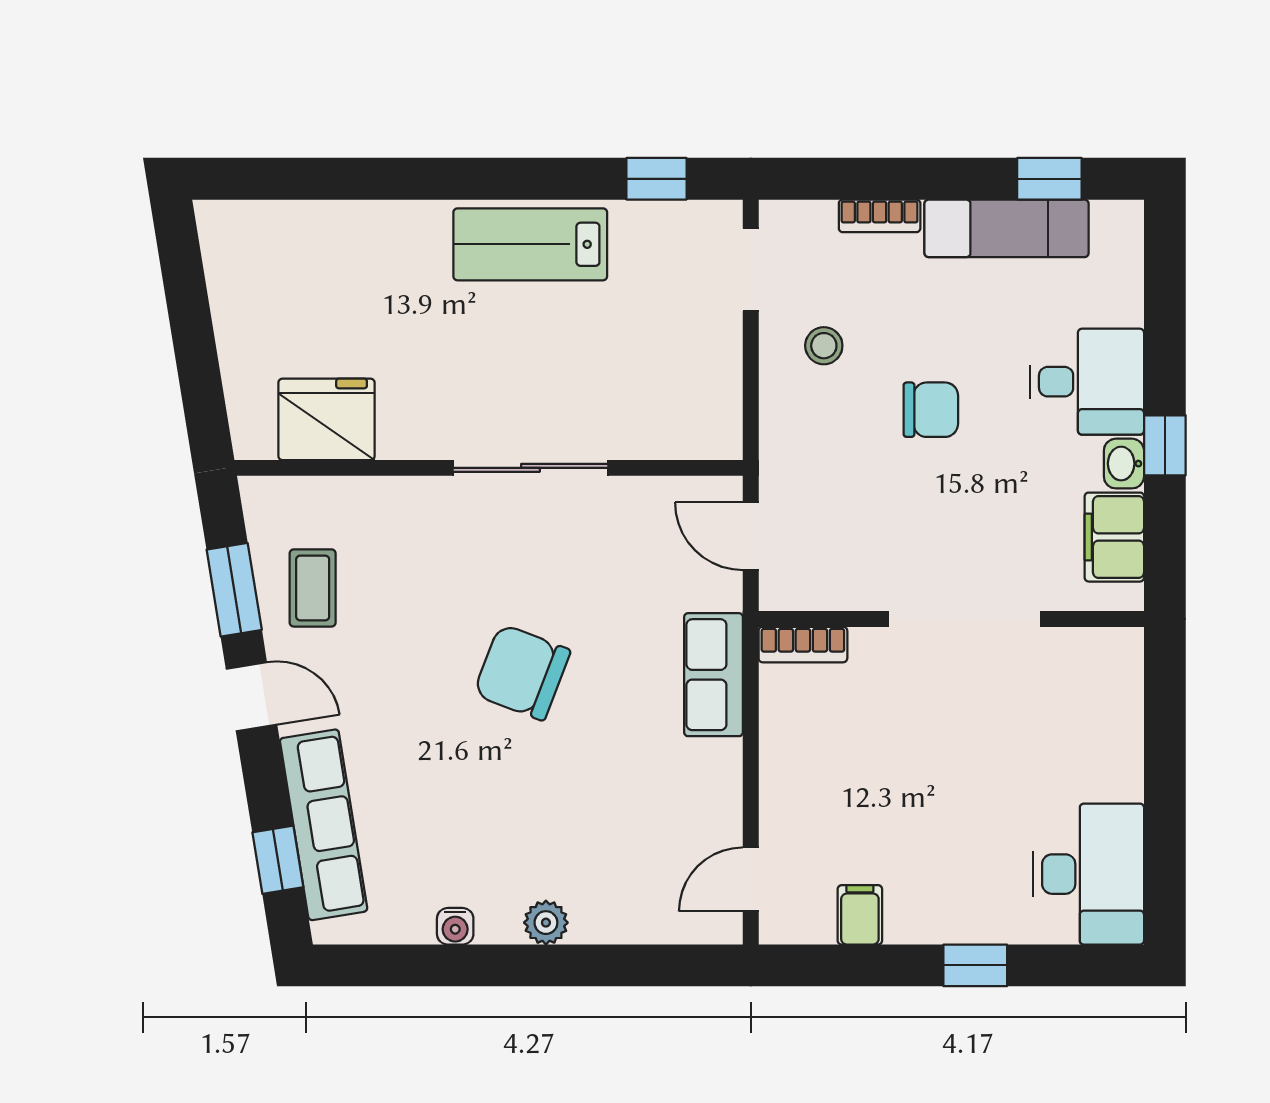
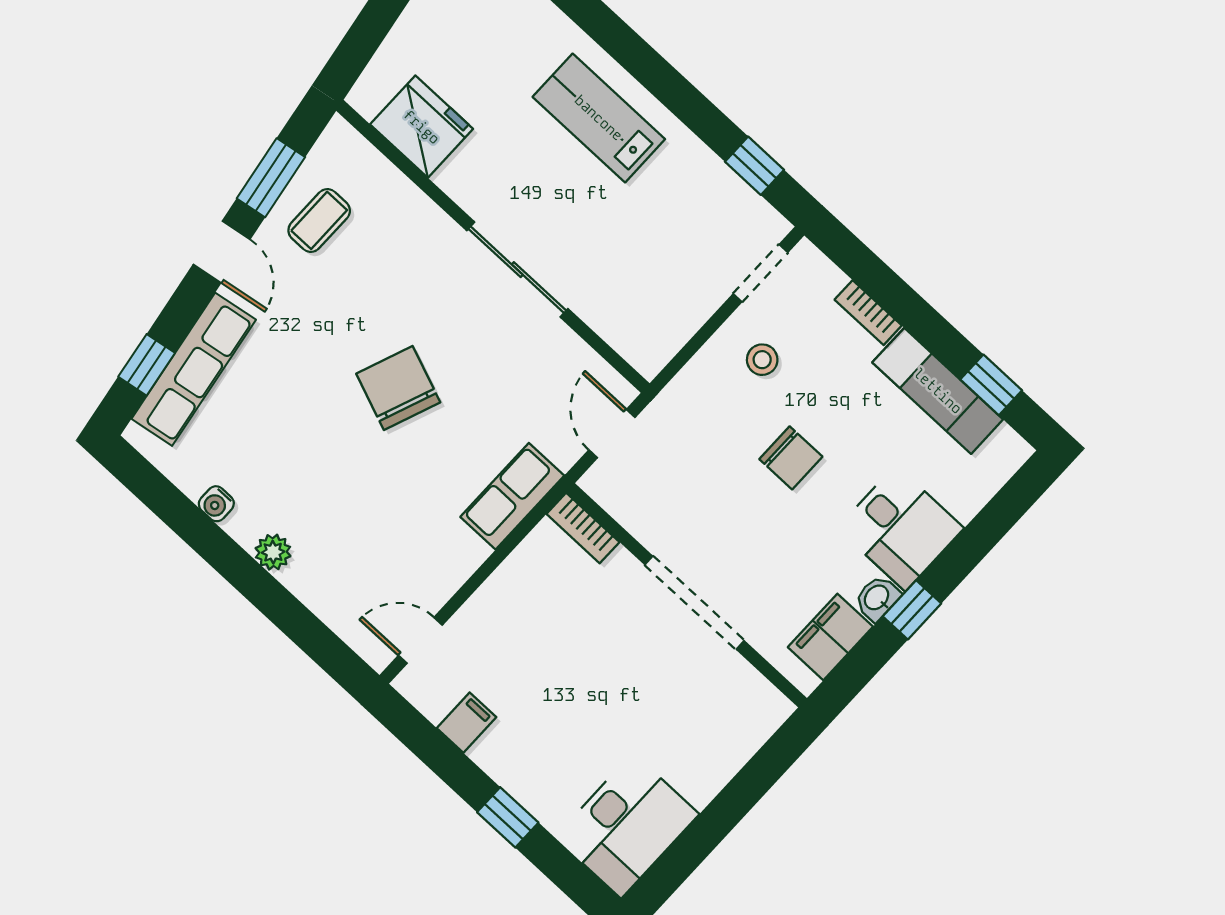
lab bench: (530, 244) -> (599, 118), moved

